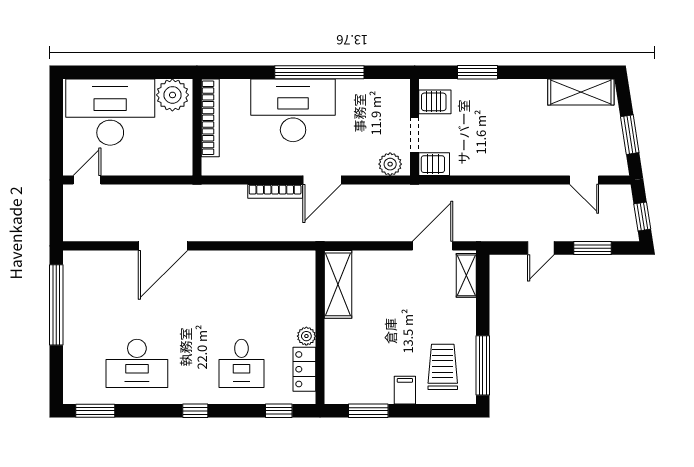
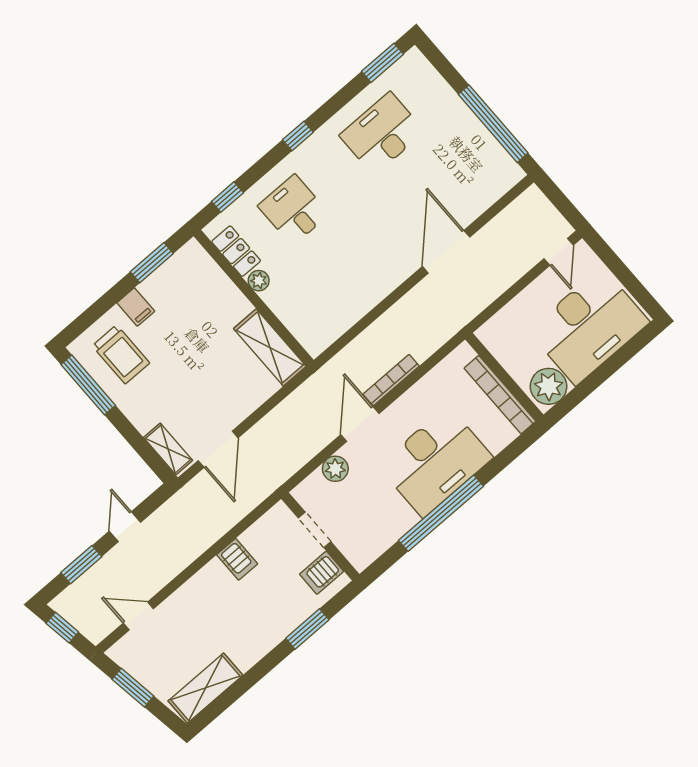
plant: (390, 164) -> (335, 469), moved
server rack: (434, 164) -> (237, 559), moved, turned -90

